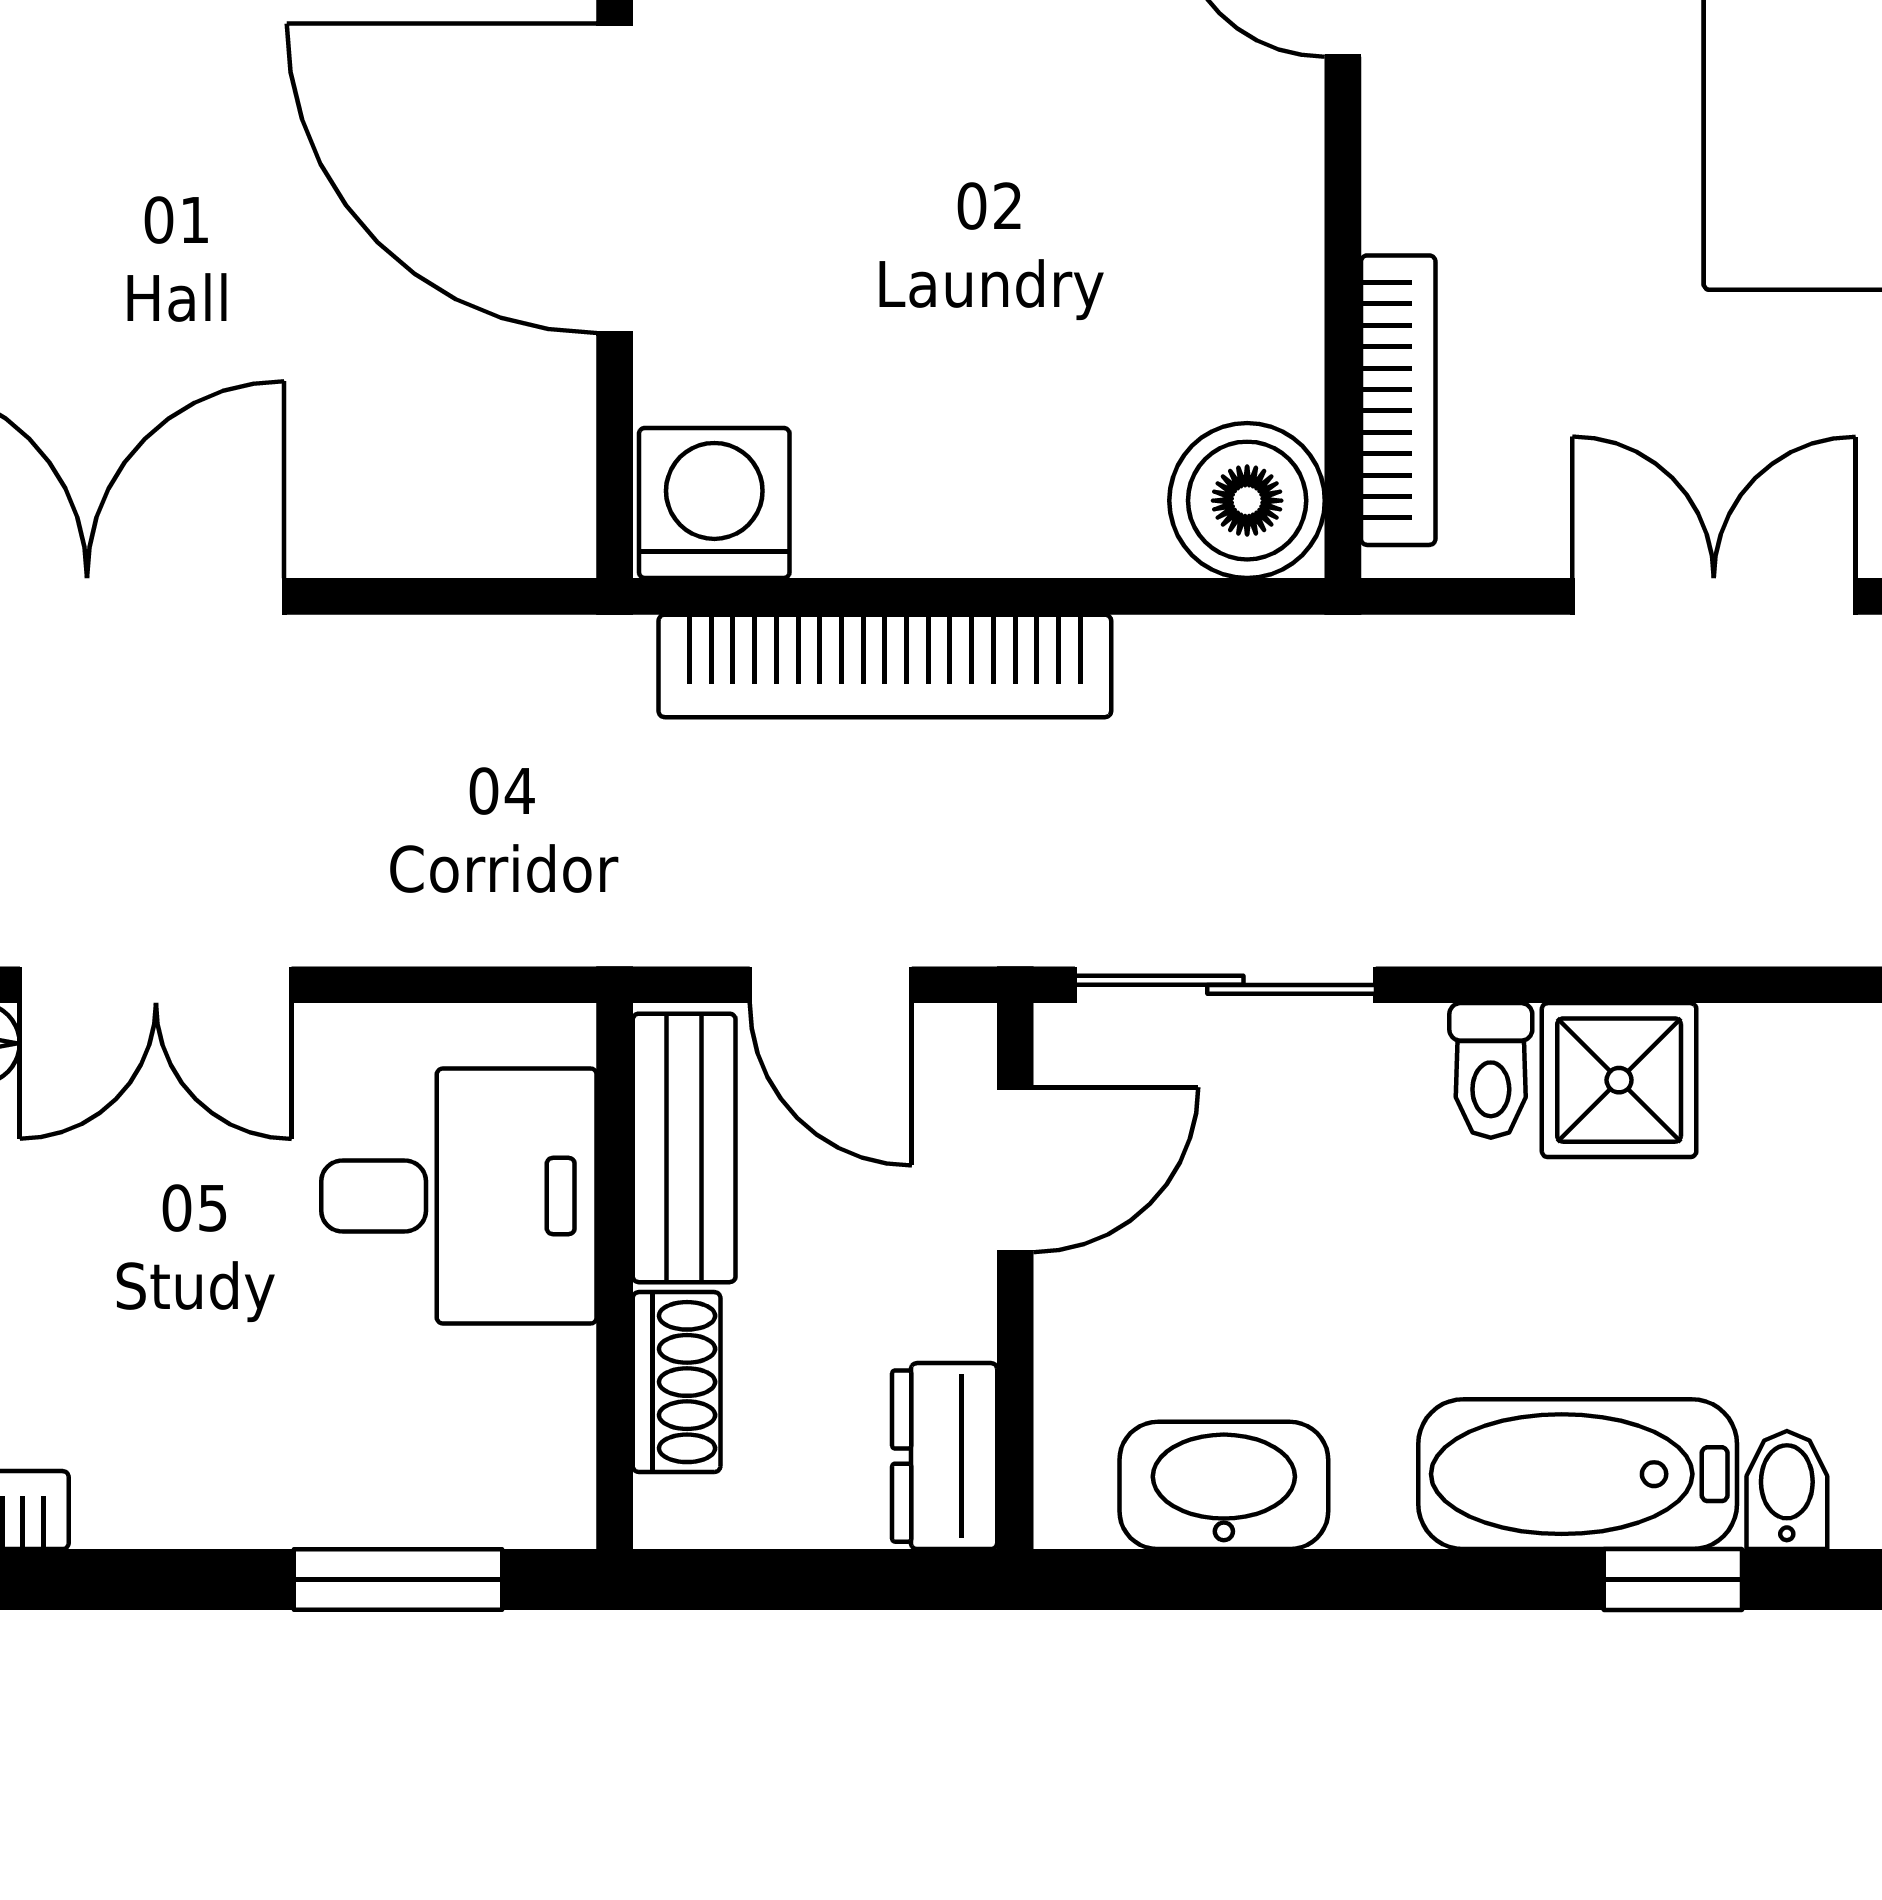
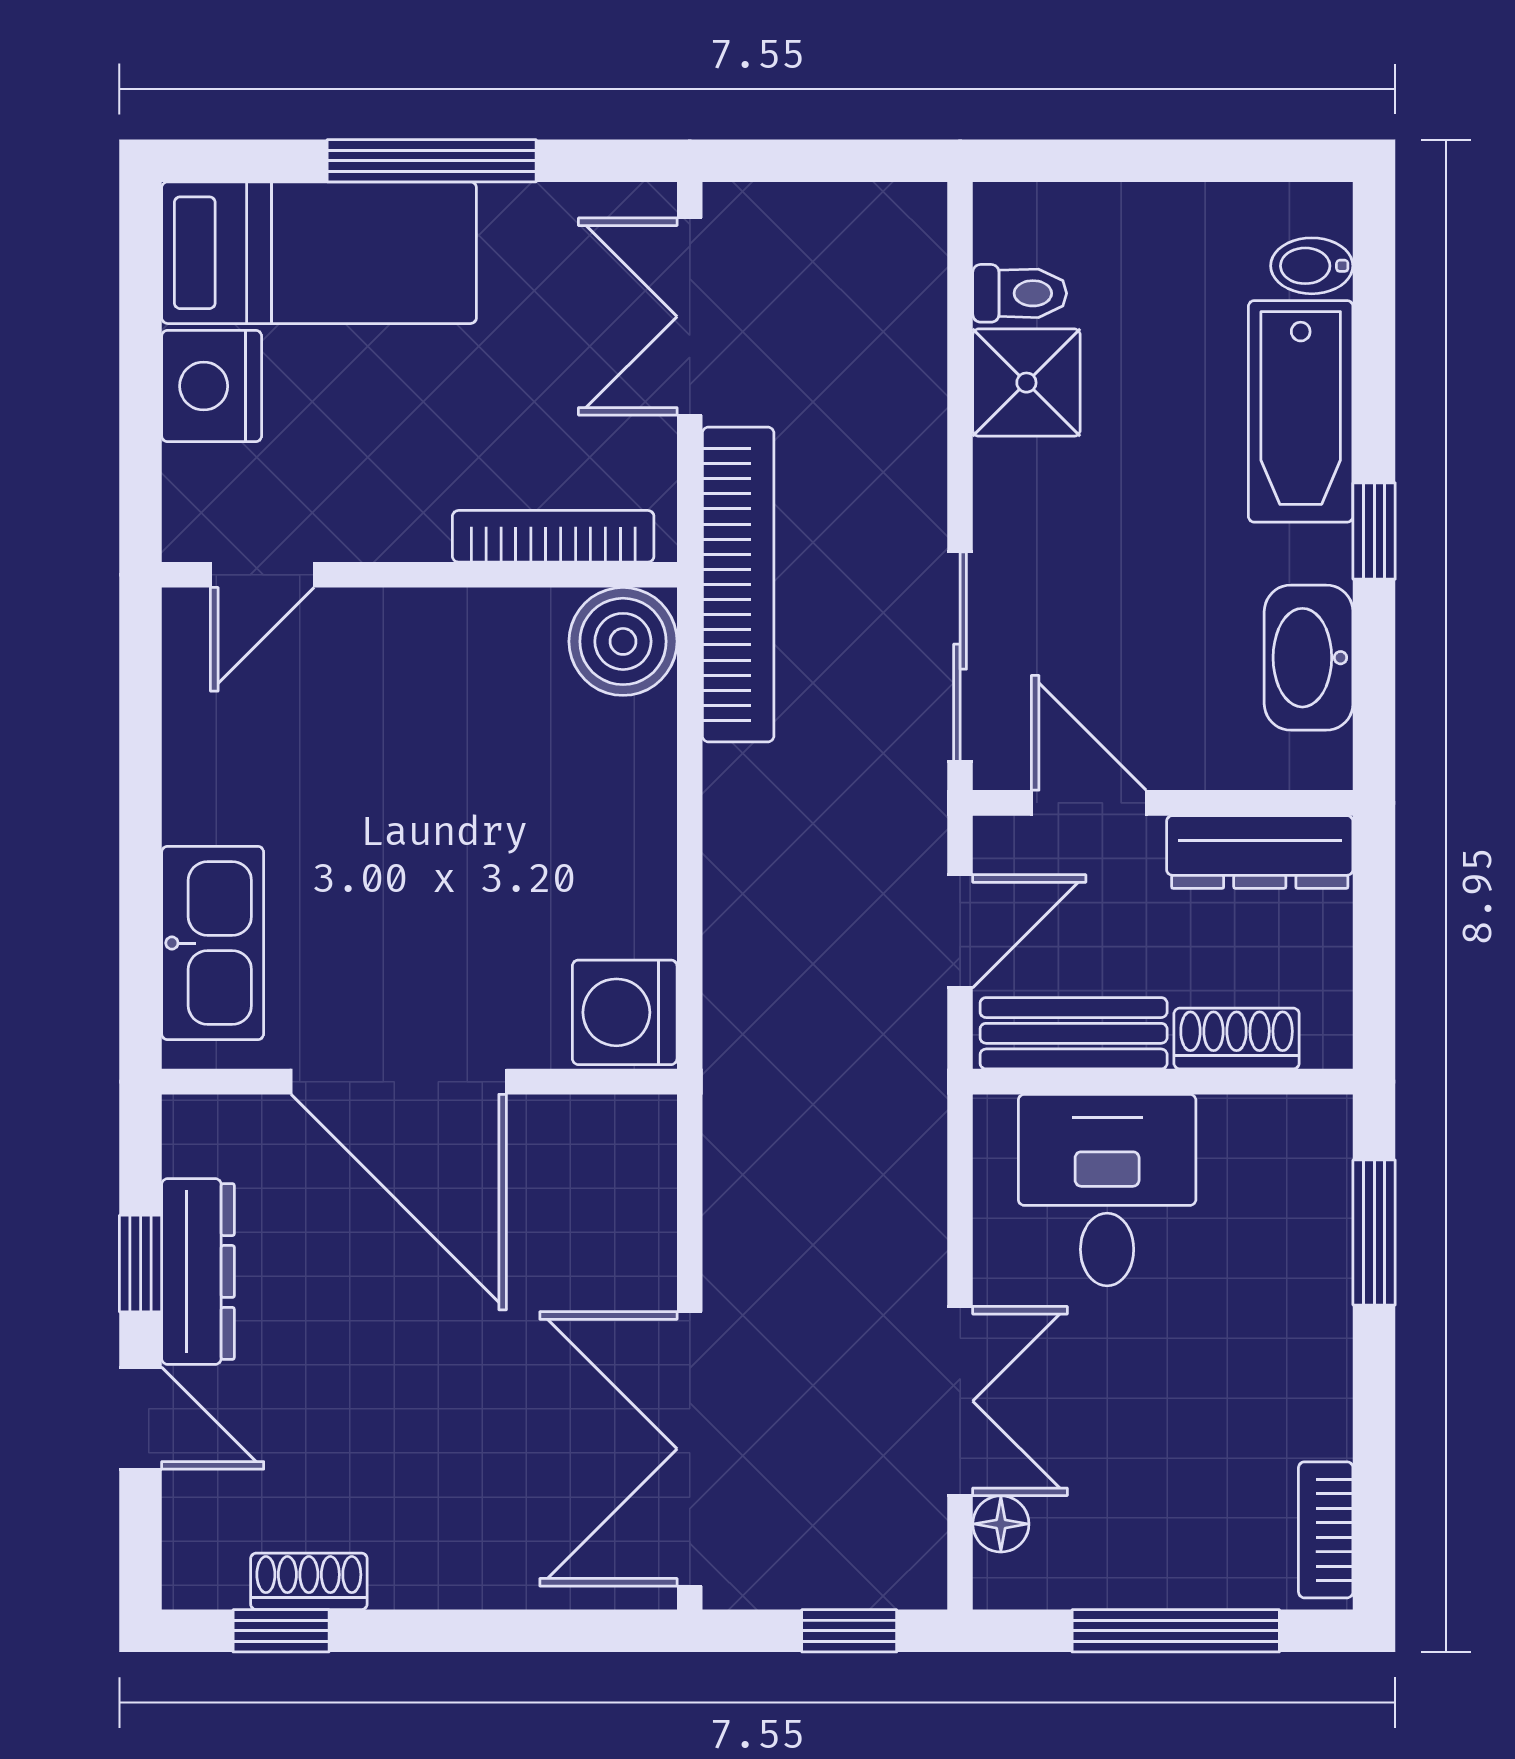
door: (615, 178) -> (399, 1082), hinge flipped
bookcase: (885, 666) -> (738, 584), moved
toilet: (1491, 1070) -> (1020, 293), moved
dresser: (945, 1456) -> (1260, 852), width x1.44
window: (1673, 1580) -> (1374, 531), moved

